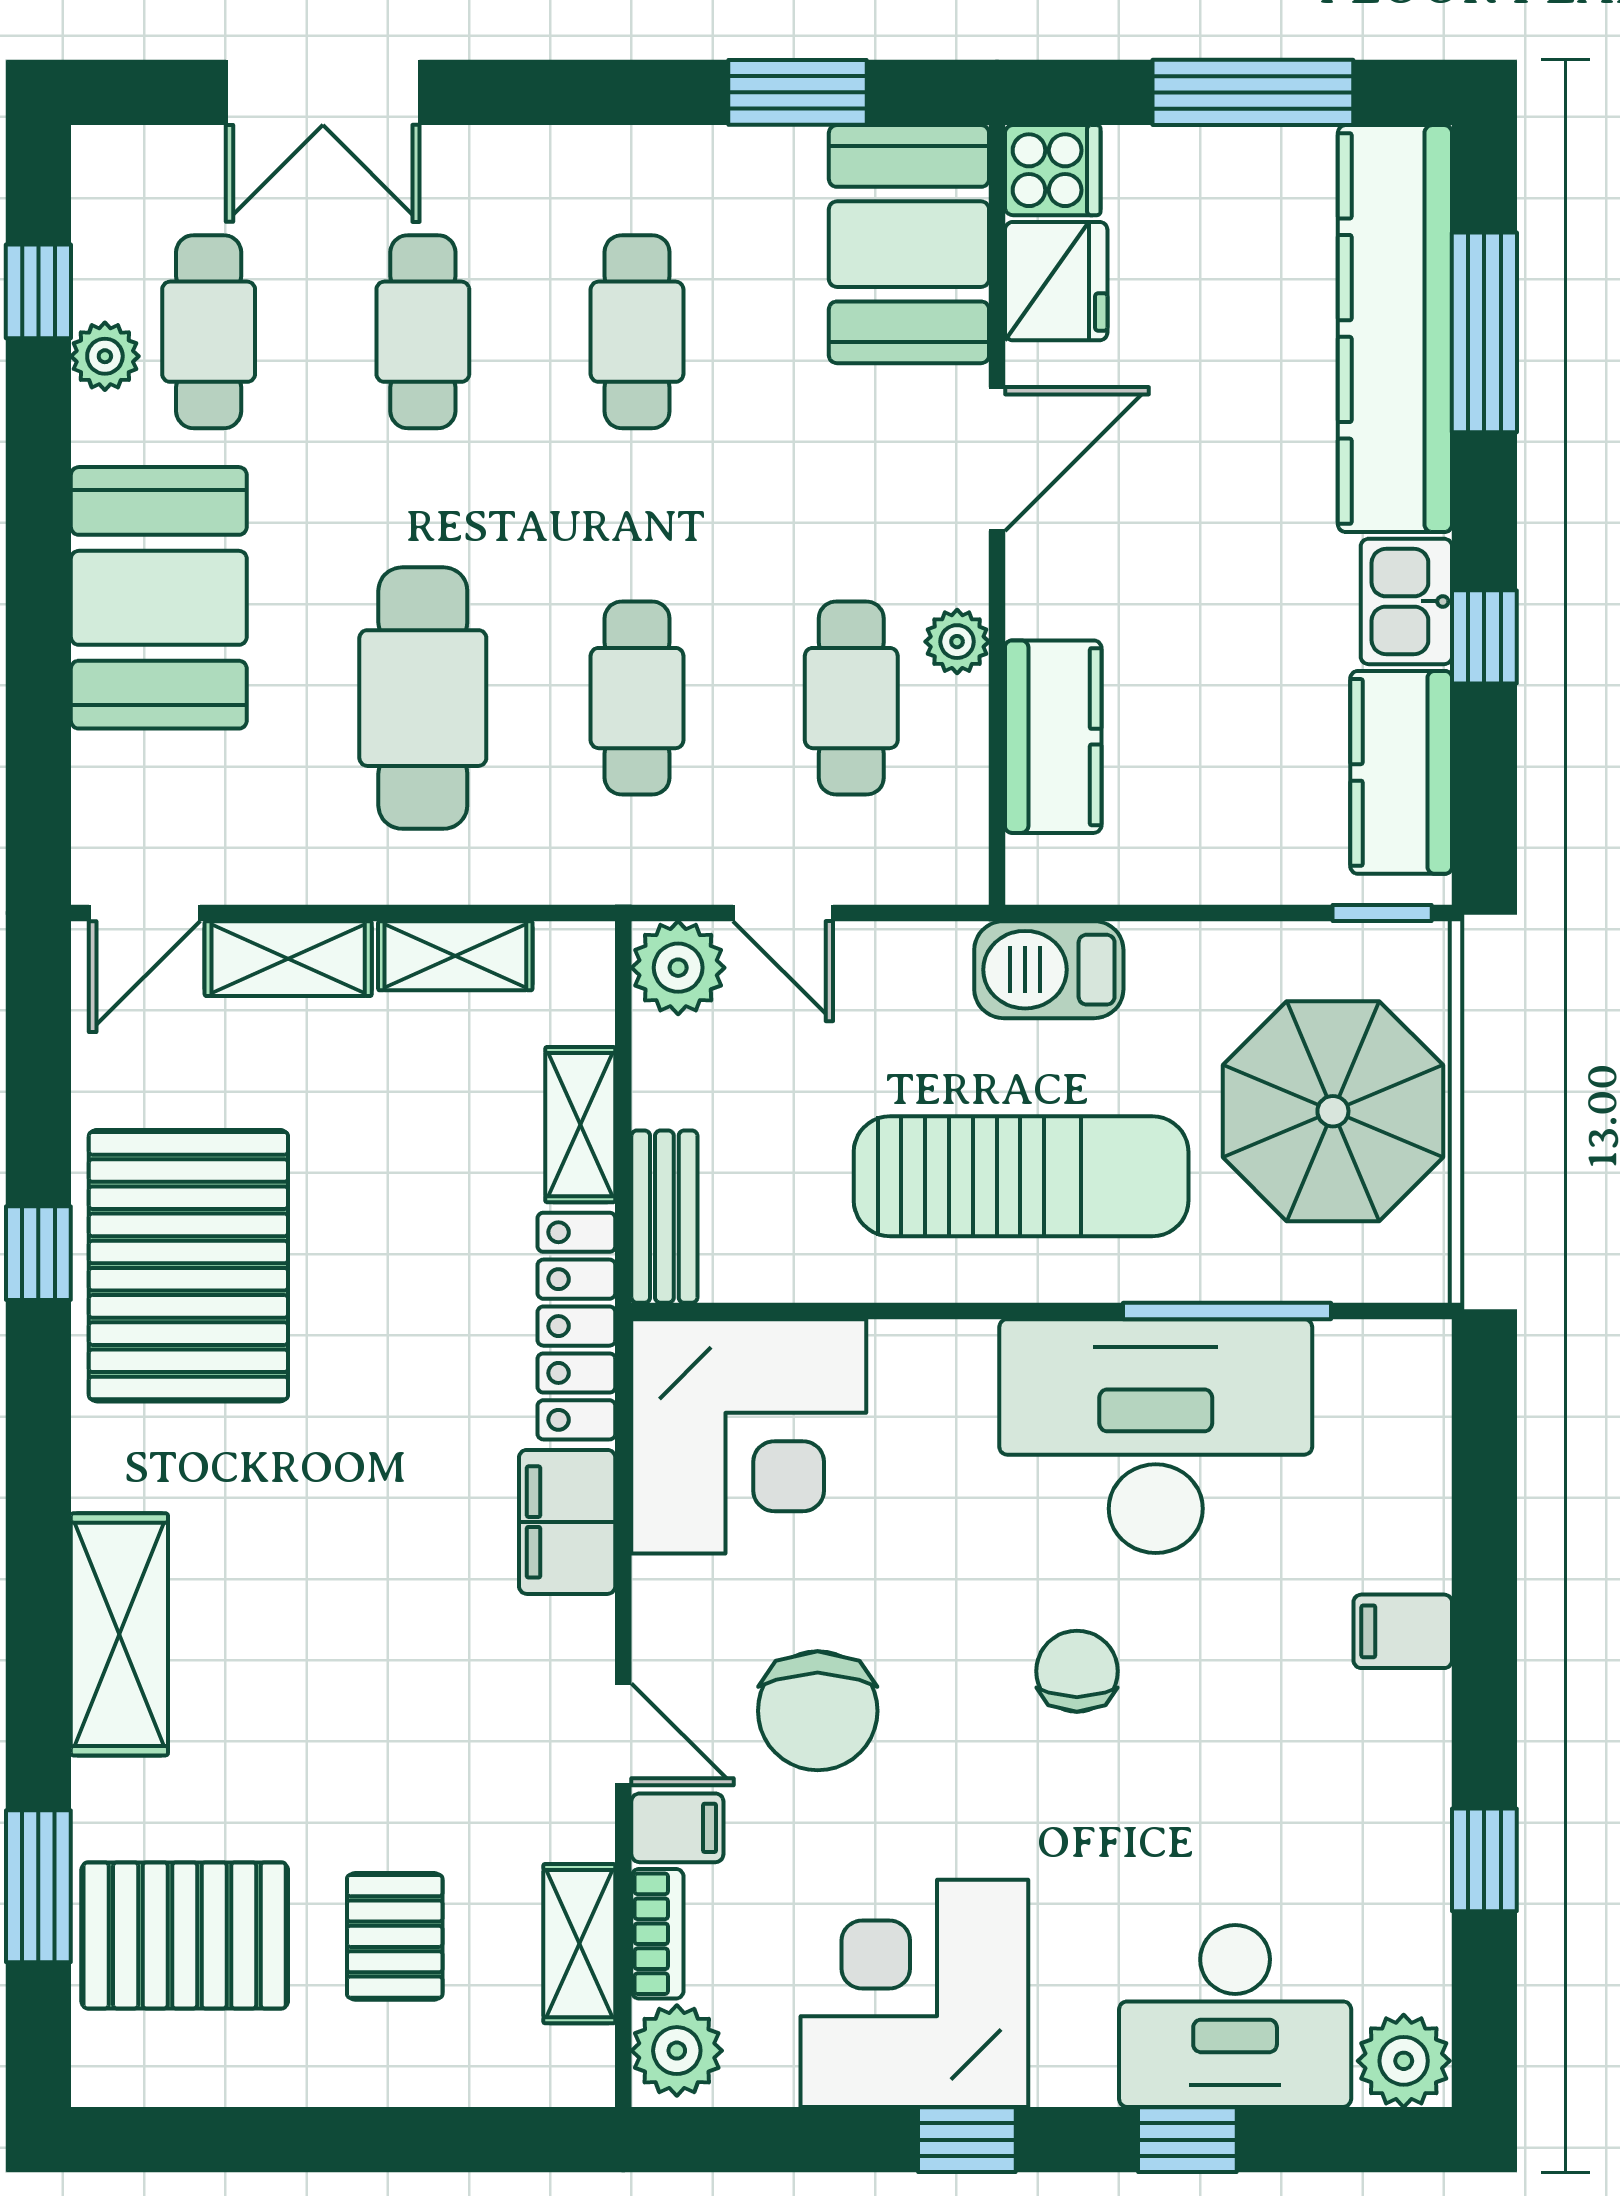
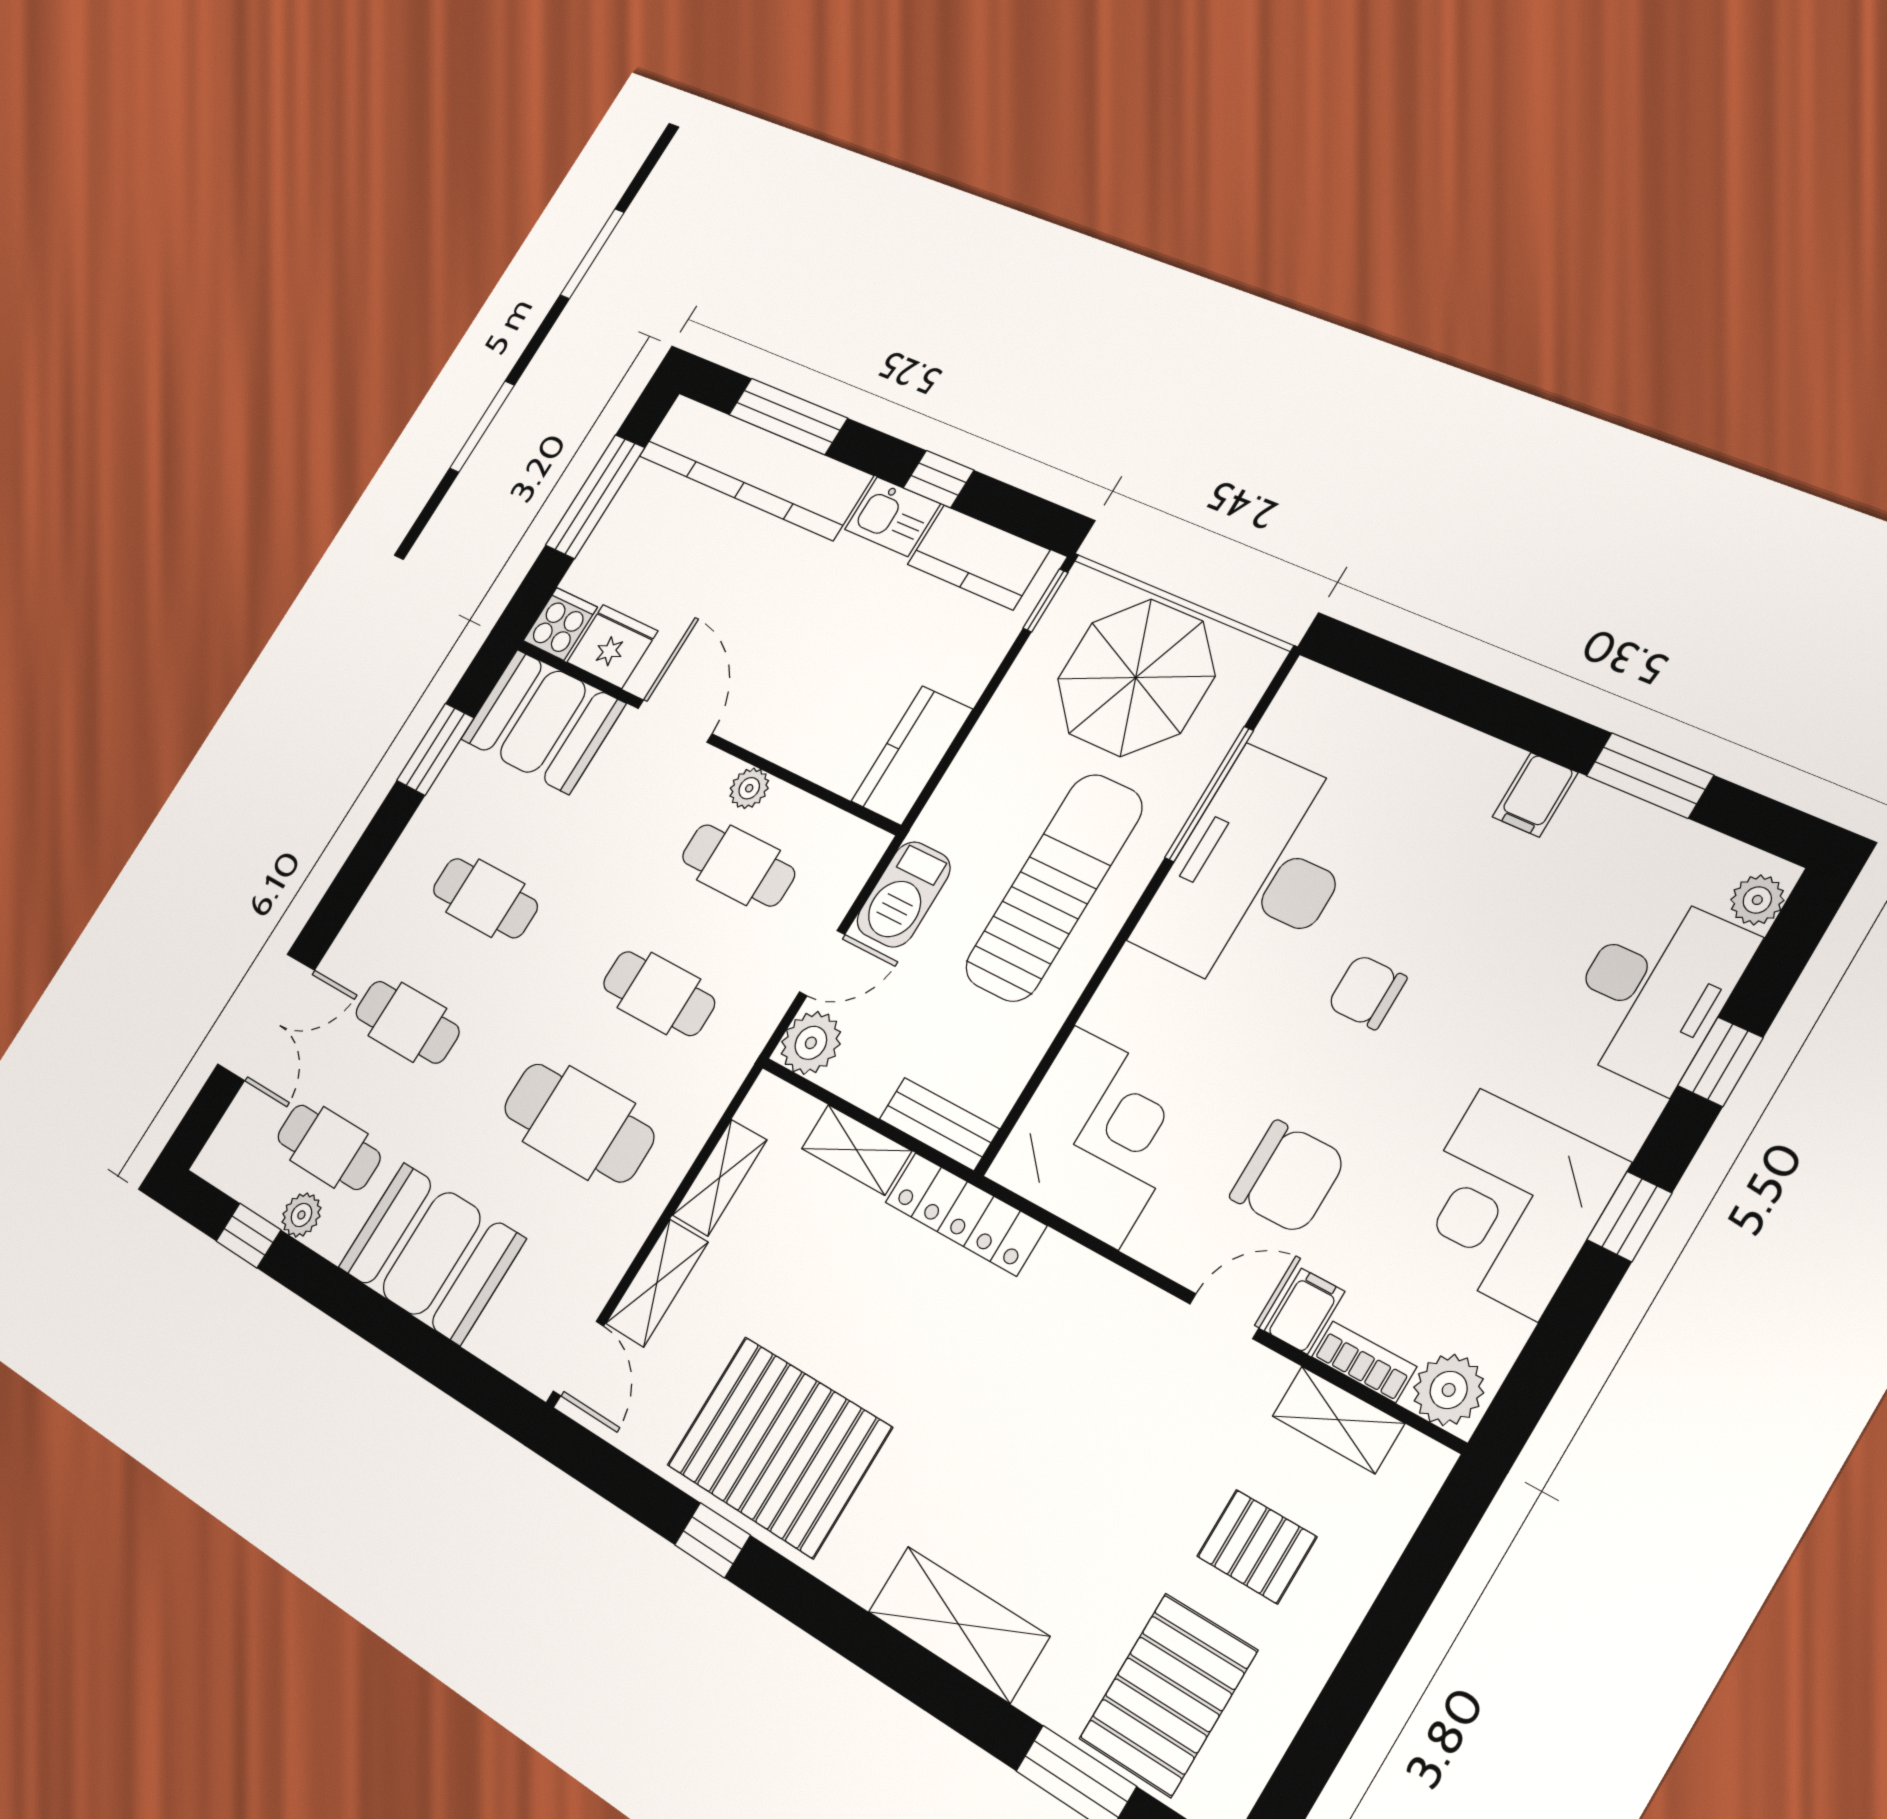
kitchen counter: (1053, 737) -> (912, 755), moved, turned -90
barbecue: (1049, 970) -> (904, 894), moved
filing cabinet: (567, 1522) -> (1074, 1283), removed
filing cabinet: (1403, 1631) -> (1535, 795), moved
window: (1484, 1860) -> (1650, 775), width x1.50
plant: (1404, 2061) -> (1757, 900), width x0.73, depth x0.73

